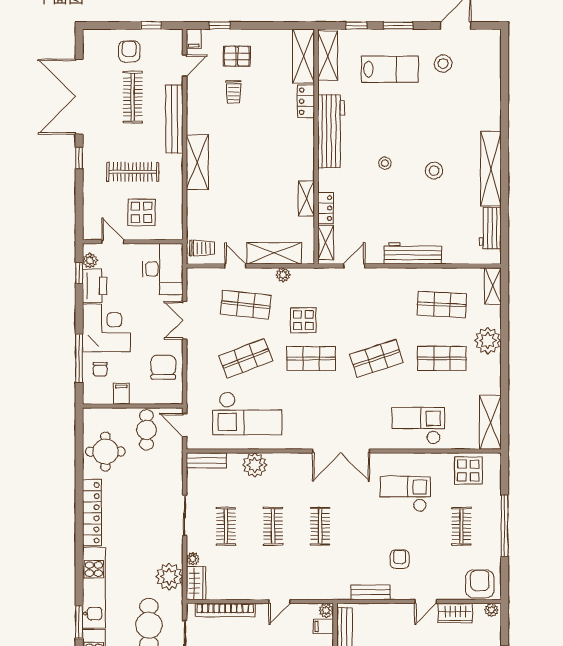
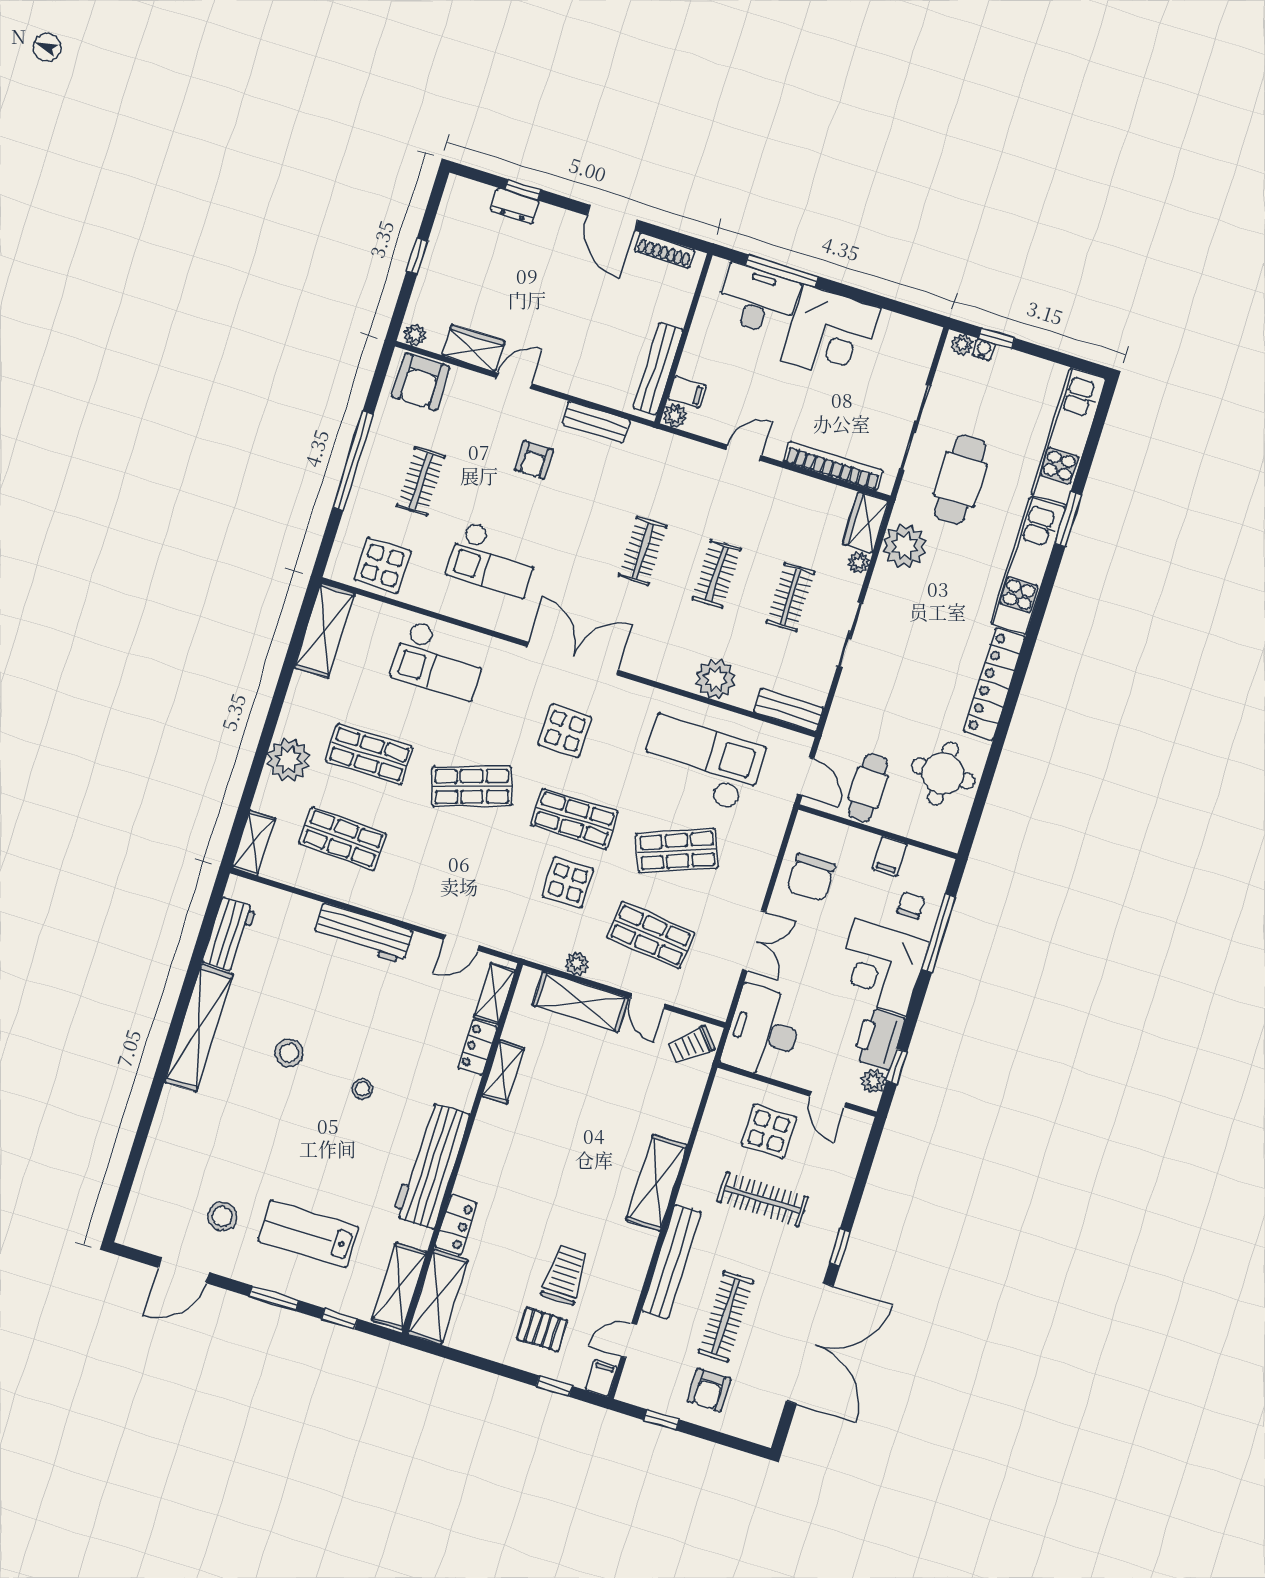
trolley: (234, 92) -> (565, 1275), width x1.36, depth x1.39
trolley: (202, 248) -> (691, 1045), turned -41
display table: (333, 408) -> (565, 731), added

